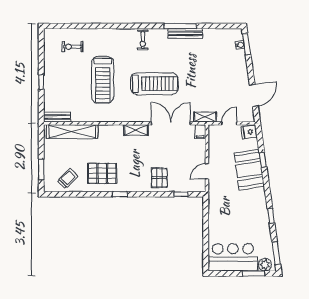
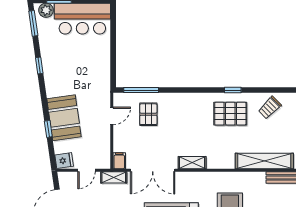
pallet: (159, 178) -> (148, 114), moved
window: (120, 194) -> (233, 90), moved
window: (181, 194) -> (141, 90), width x2.17

